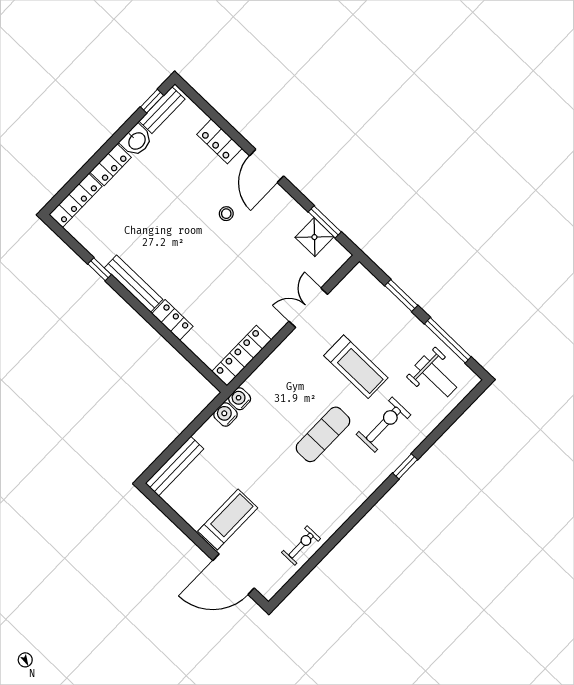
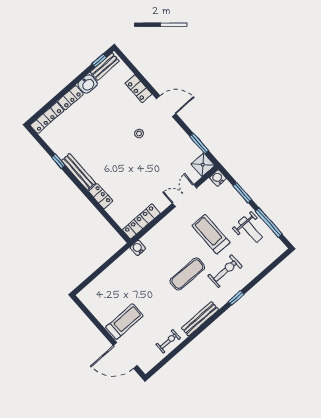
door: (267, 166) -> (166, 106), swing flipped
shower: (314, 237) -> (203, 165), moved
treadmill: (356, 367) -> (211, 234), turned 180
weight bench: (436, 376) -> (250, 229), moved
water cooler: (225, 414) -> (218, 178), moved
bench: (174, 466) -> (200, 319), moved

